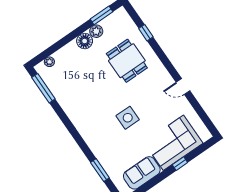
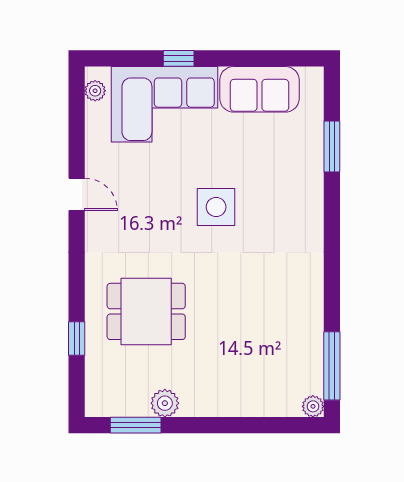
floor lamp: (85, 41) -> (198, 400), removed
dining table: (127, 61) -> (146, 311), turned 90
plant: (49, 62) -> (313, 406), moved
plant: (203, 130) -> (95, 91), added

